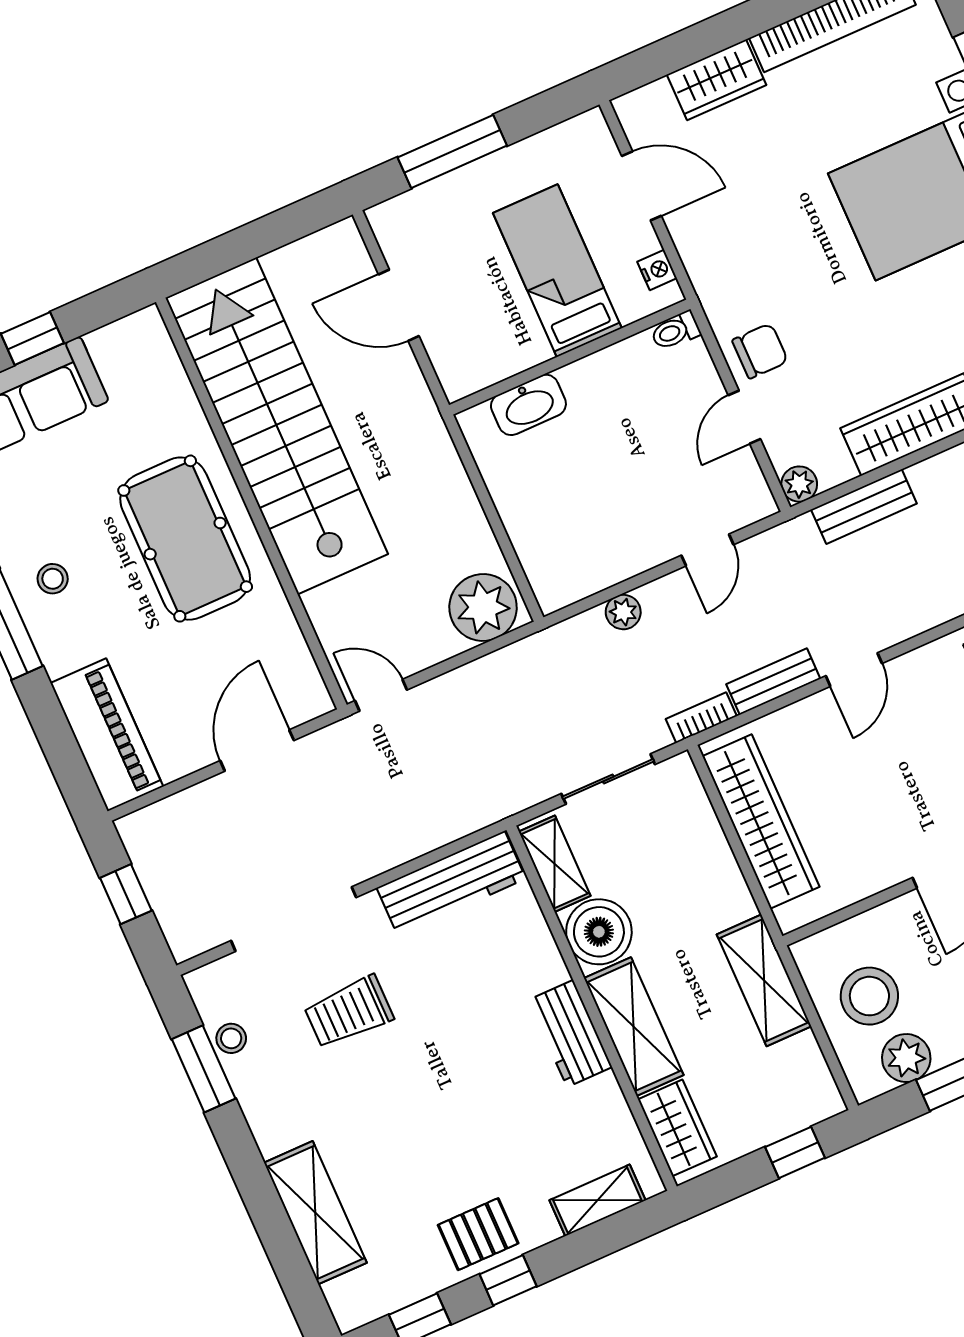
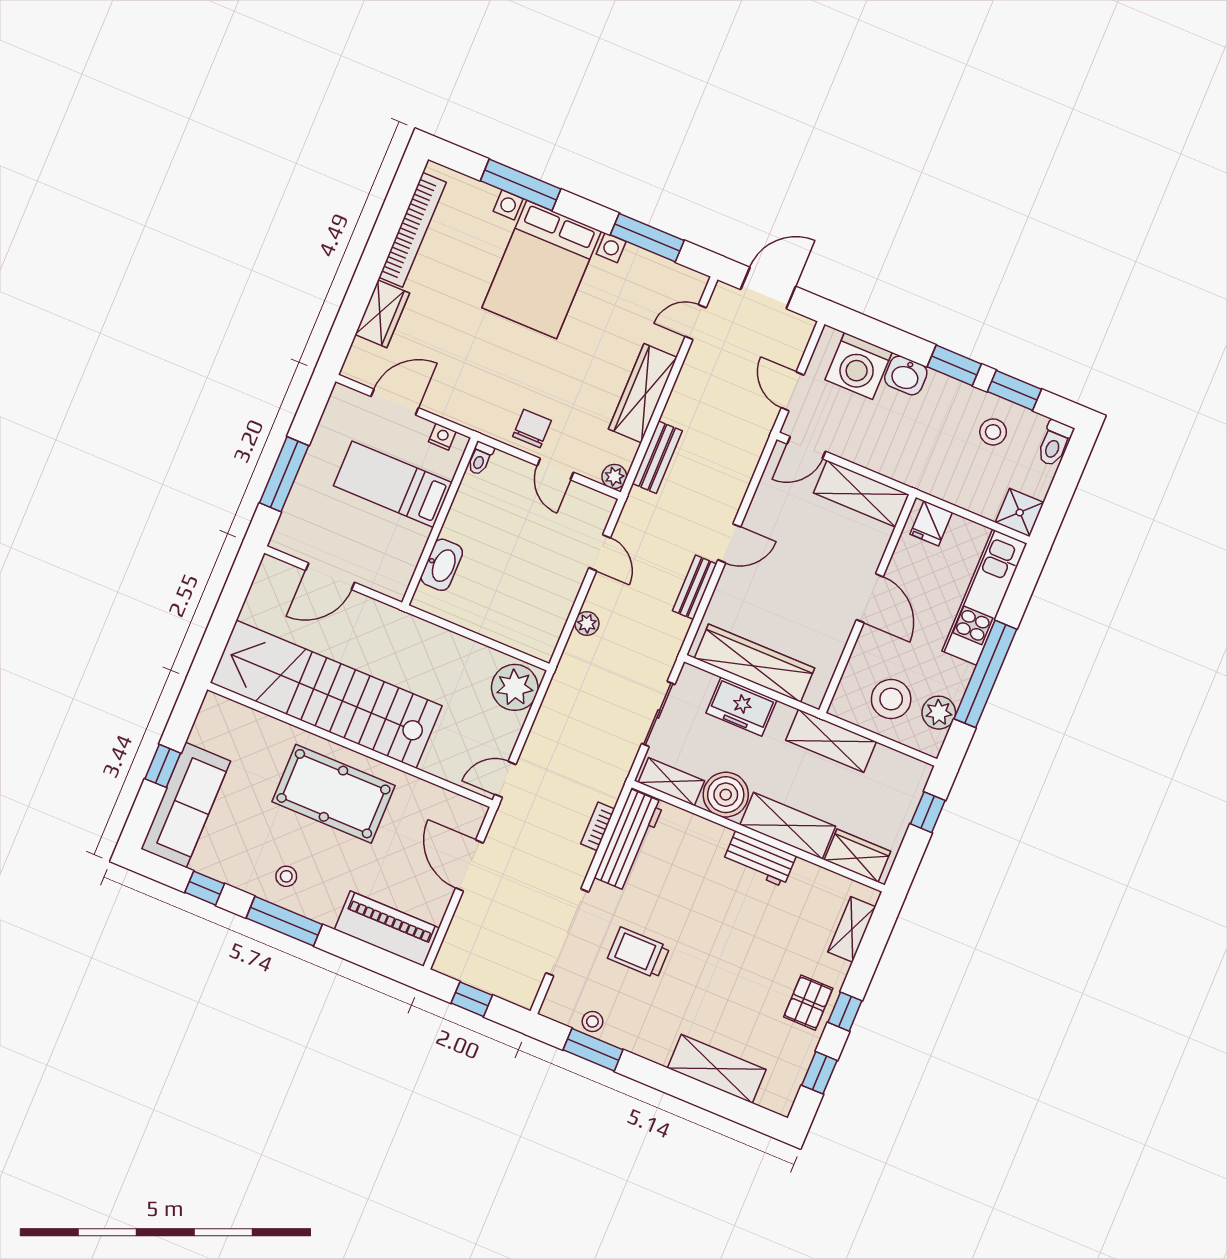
door: (854, 670) -> (729, 543), hinge flipped
bookcase: (701, 718) -> (598, 826), moved
freezer: (703, 854) -> (741, 707), added
trolley: (349, 1012) -> (639, 953), turned 90

